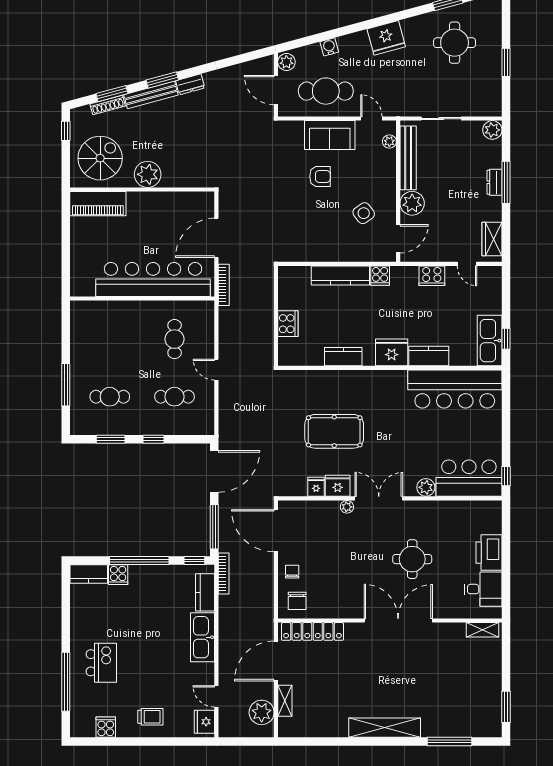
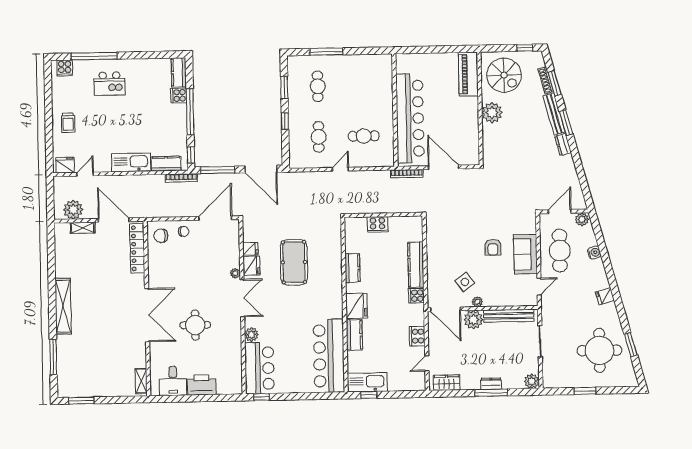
fridge: (386, 38) -> (605, 296), width x0.53, depth x0.75
round table: (455, 43) -> (599, 350), width x1.36, depth x1.36
plant: (389, 142) -> (477, 302), moved
door: (398, 239) -> (445, 309), width x1.36
cooker: (106, 727) -> (65, 68), moved, turned 90

